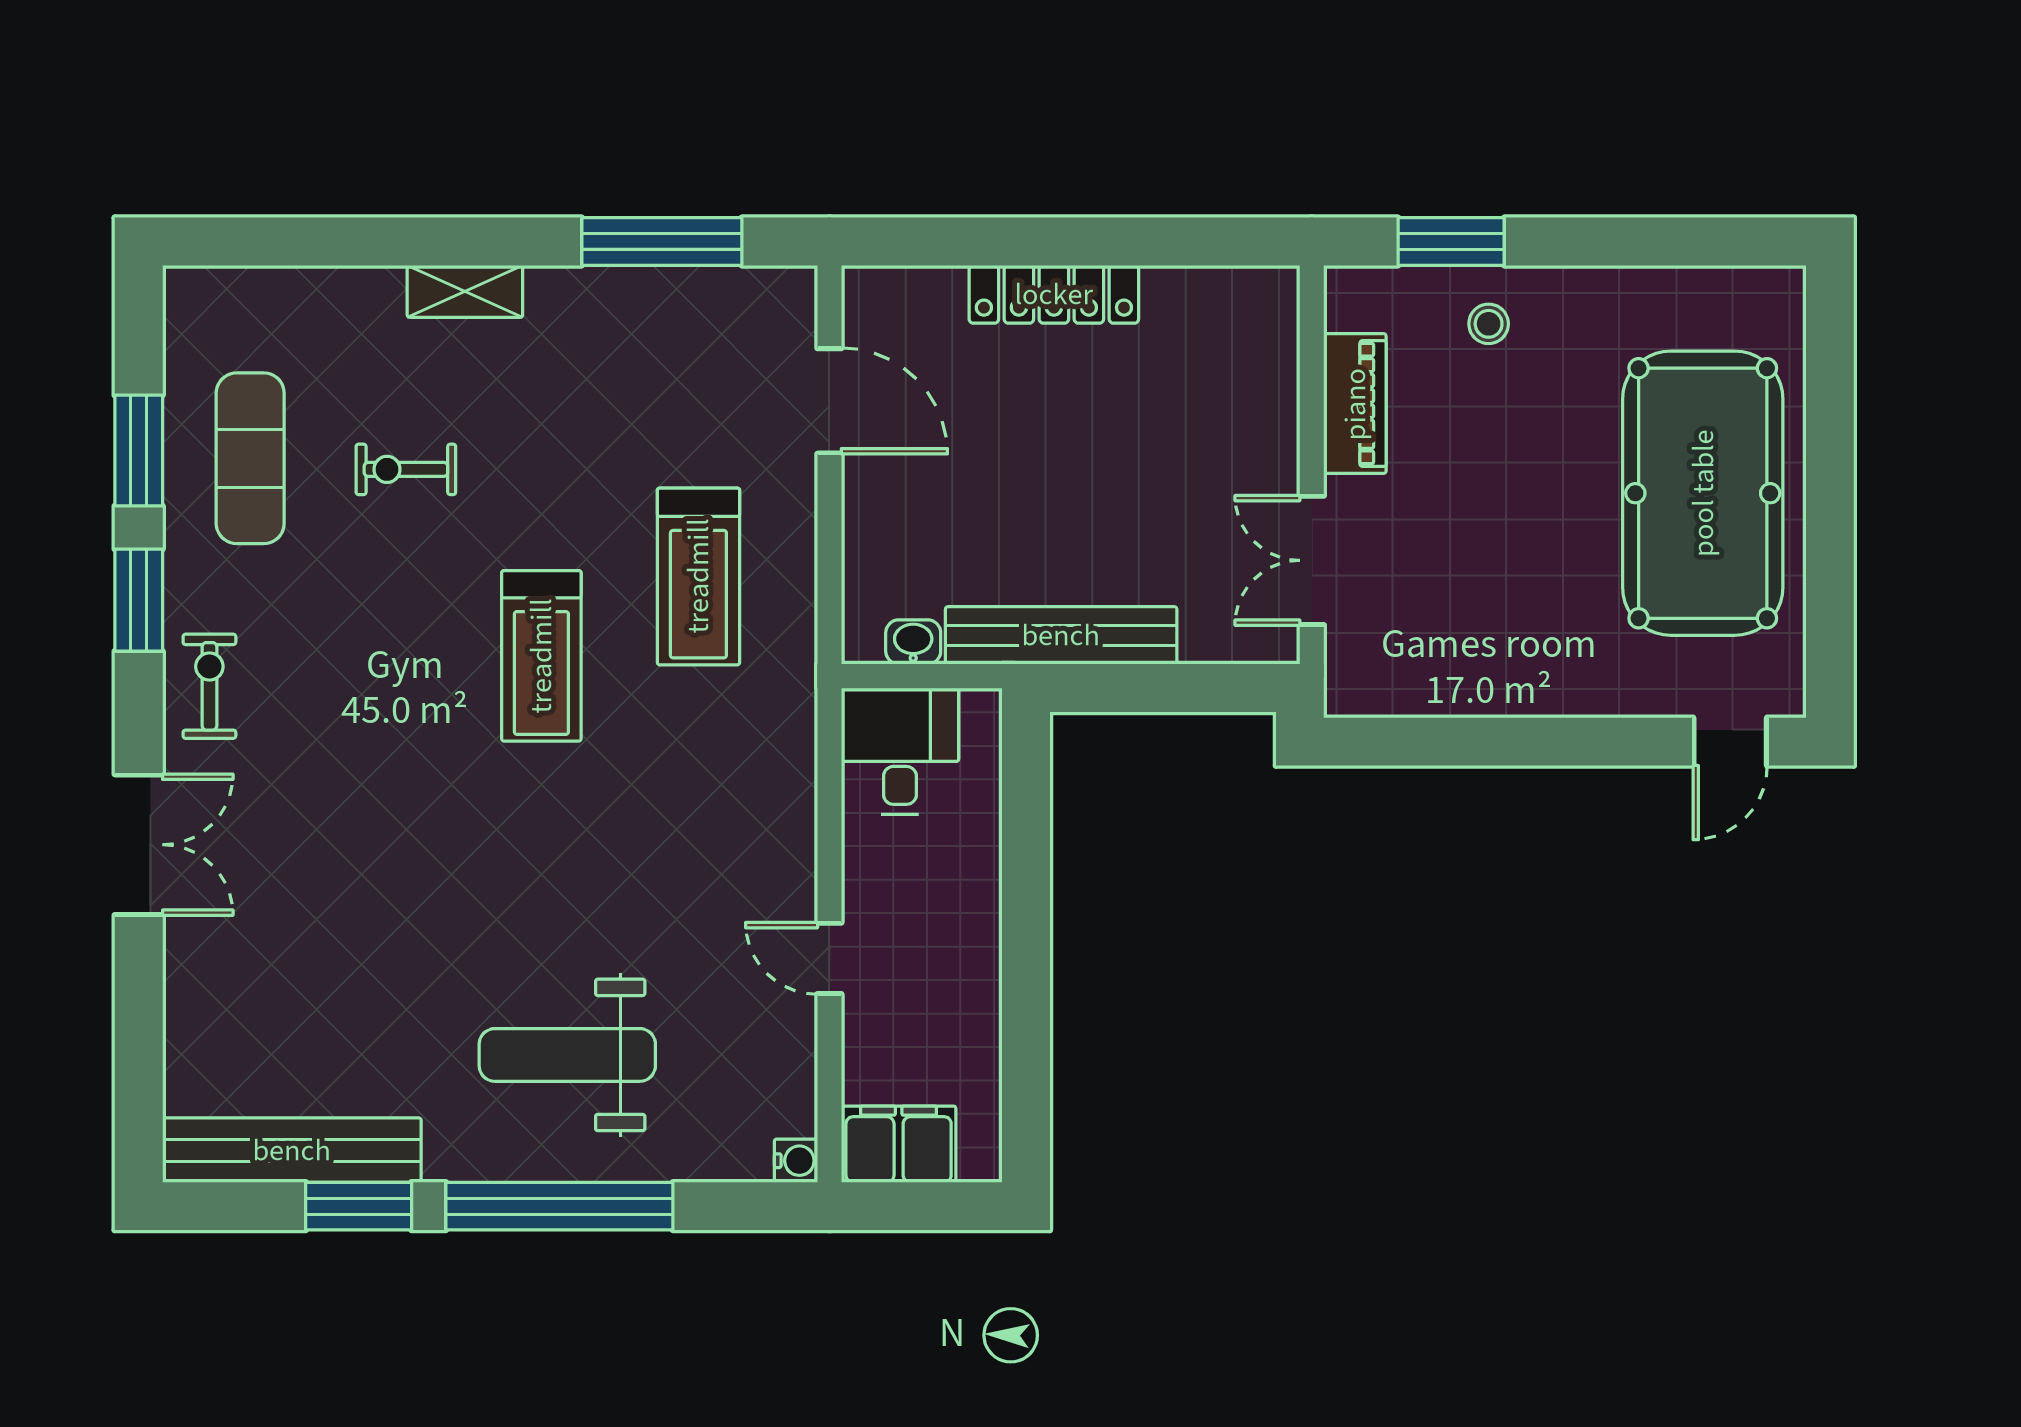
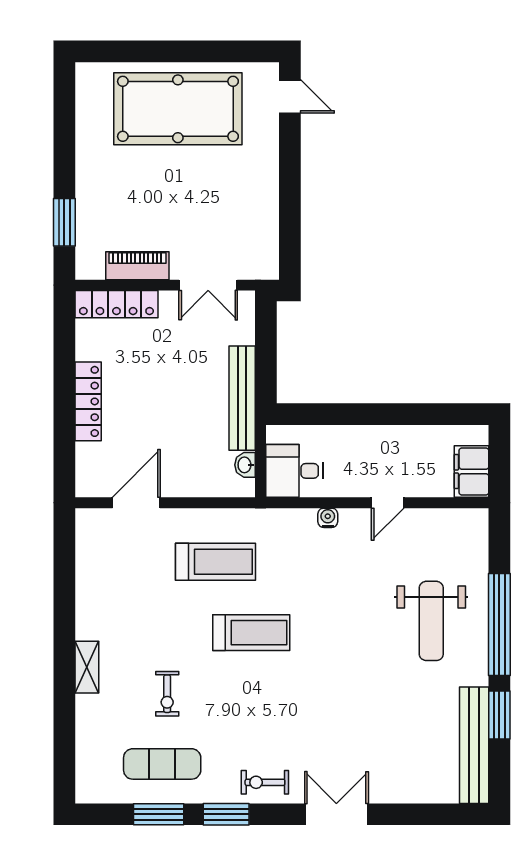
window: (662, 241) -> (64, 578), removed
stool: (1489, 324) -> (101, 205), removed
locker: (1269, 357) -> (116, 304), added
water cooler: (796, 1161) -> (328, 518), moved

